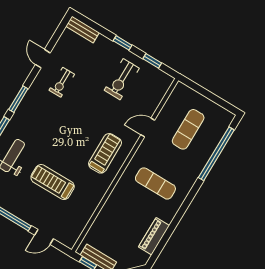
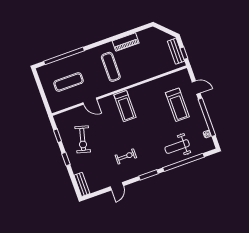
exercise bike: (122, 79) -> (83, 139), turned 105
exercise bike: (62, 82) -> (126, 156), moved
treadmill: (105, 153) -> (125, 106), turned -90
treadmill: (53, 182) -> (177, 105), moved
piano: (154, 236) -> (126, 42), moved

